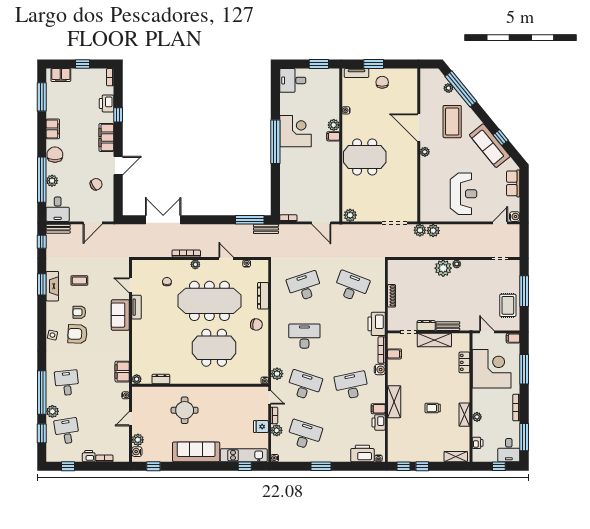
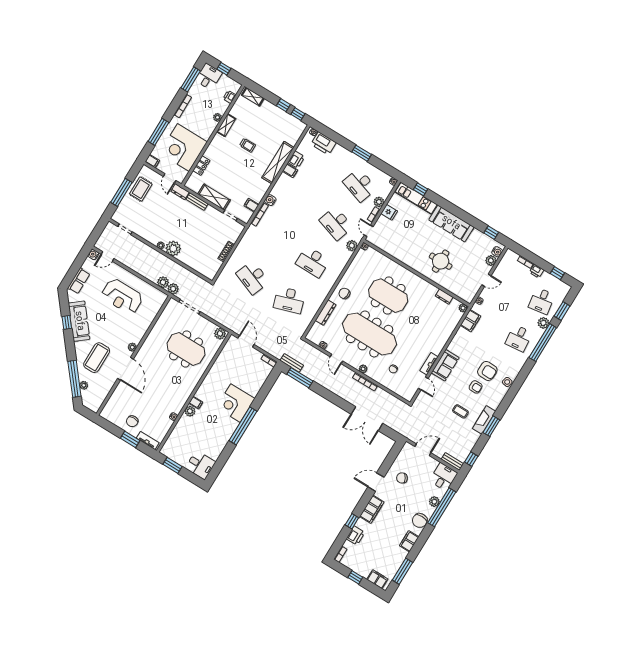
corner desk: (296, 131) -> (236, 403), moved
meeting table: (365, 157) -> (186, 349), moved
reception desk: (464, 194) -> (122, 296), turned -90
printer: (377, 324) -> (251, 237), removed
dresser: (426, 326) -> (180, 192), moved
desk: (352, 386) -> (300, 201), removed
shelving: (394, 402) -> (278, 163), width x1.47

